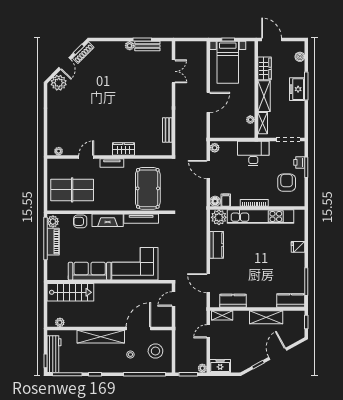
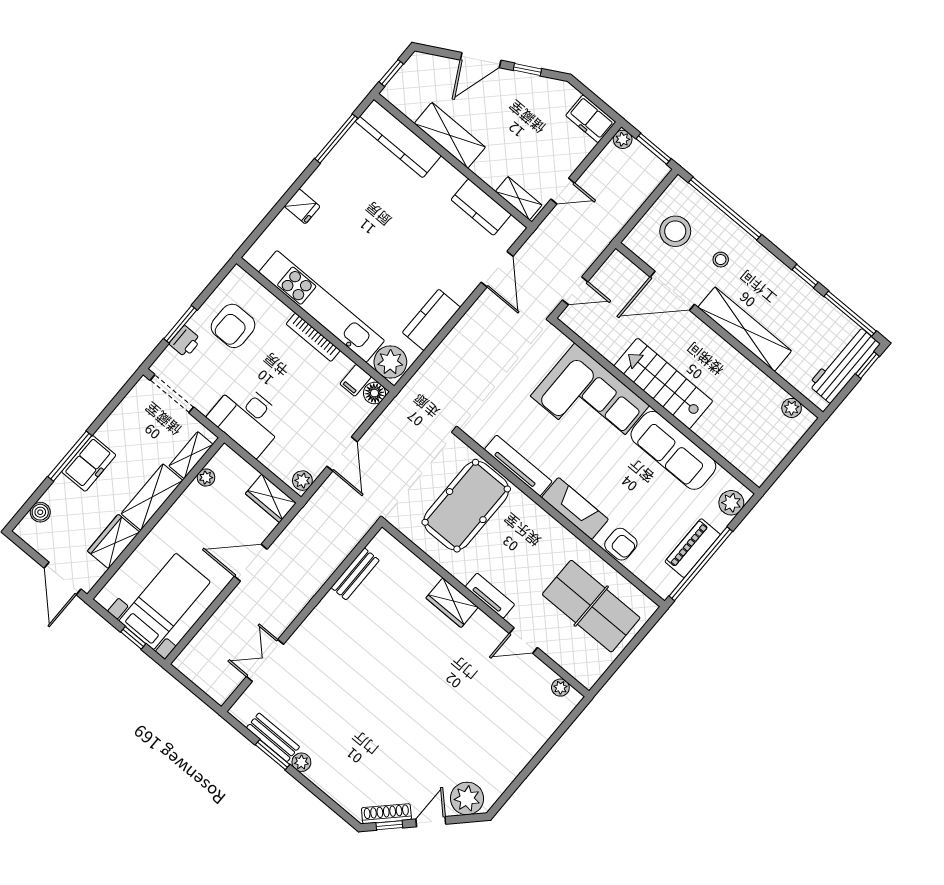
wardrobe: (221, 132) -> (271, 498), added
plant: (53, 222) -> (731, 503), moved
stairs: (70, 292) -> (663, 384), moved
kitchen counter: (291, 300) -> (398, 139), width x1.50

